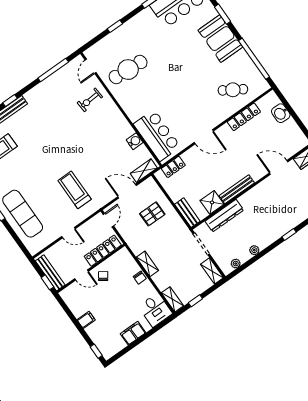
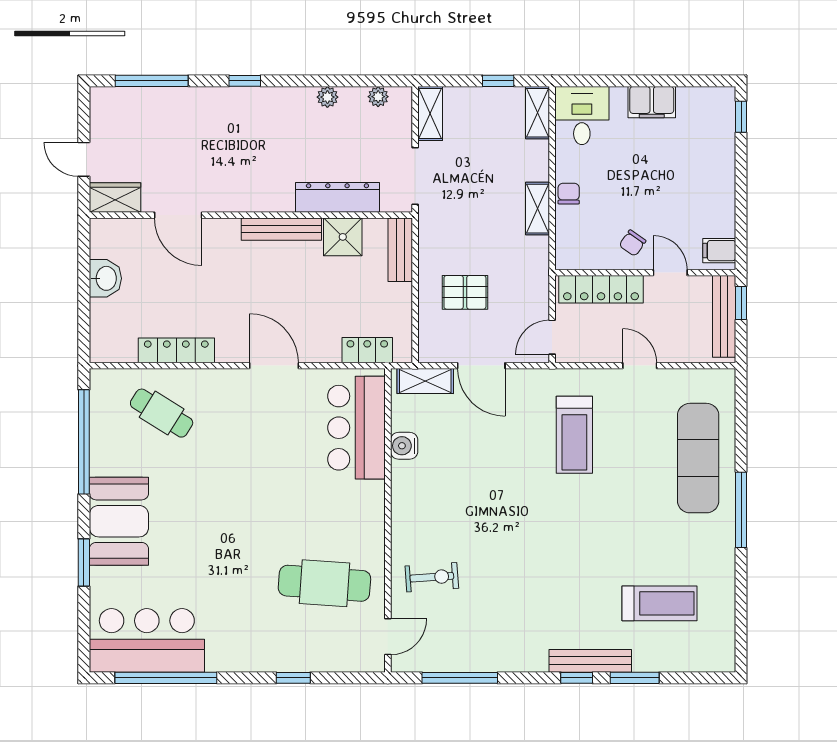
washbasin: (281, 113) -> (105, 278), moved
filing cabinet: (86, 320) -> (719, 251), moved

